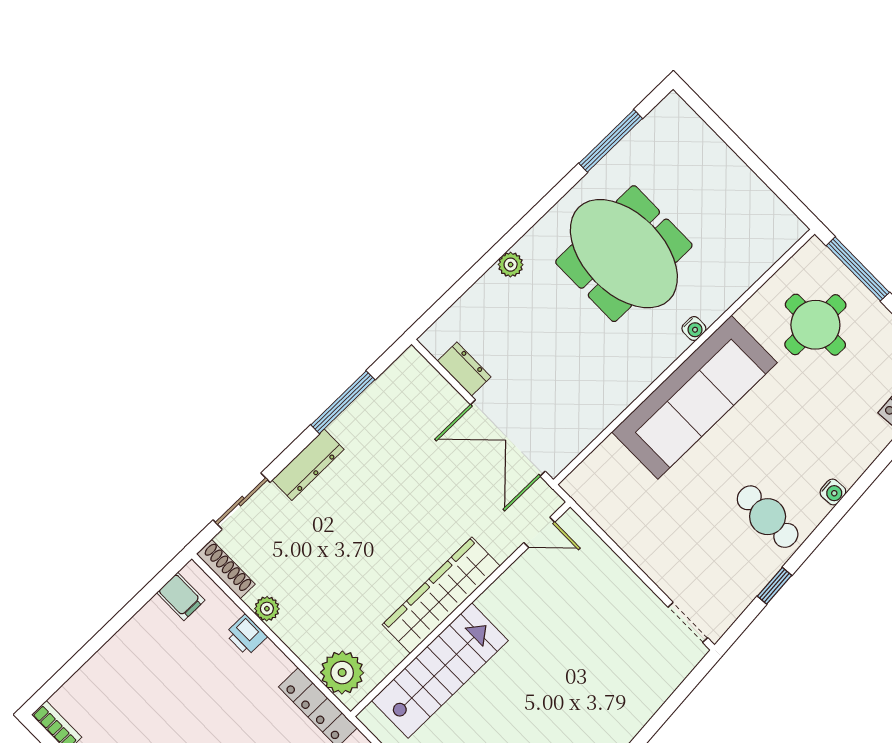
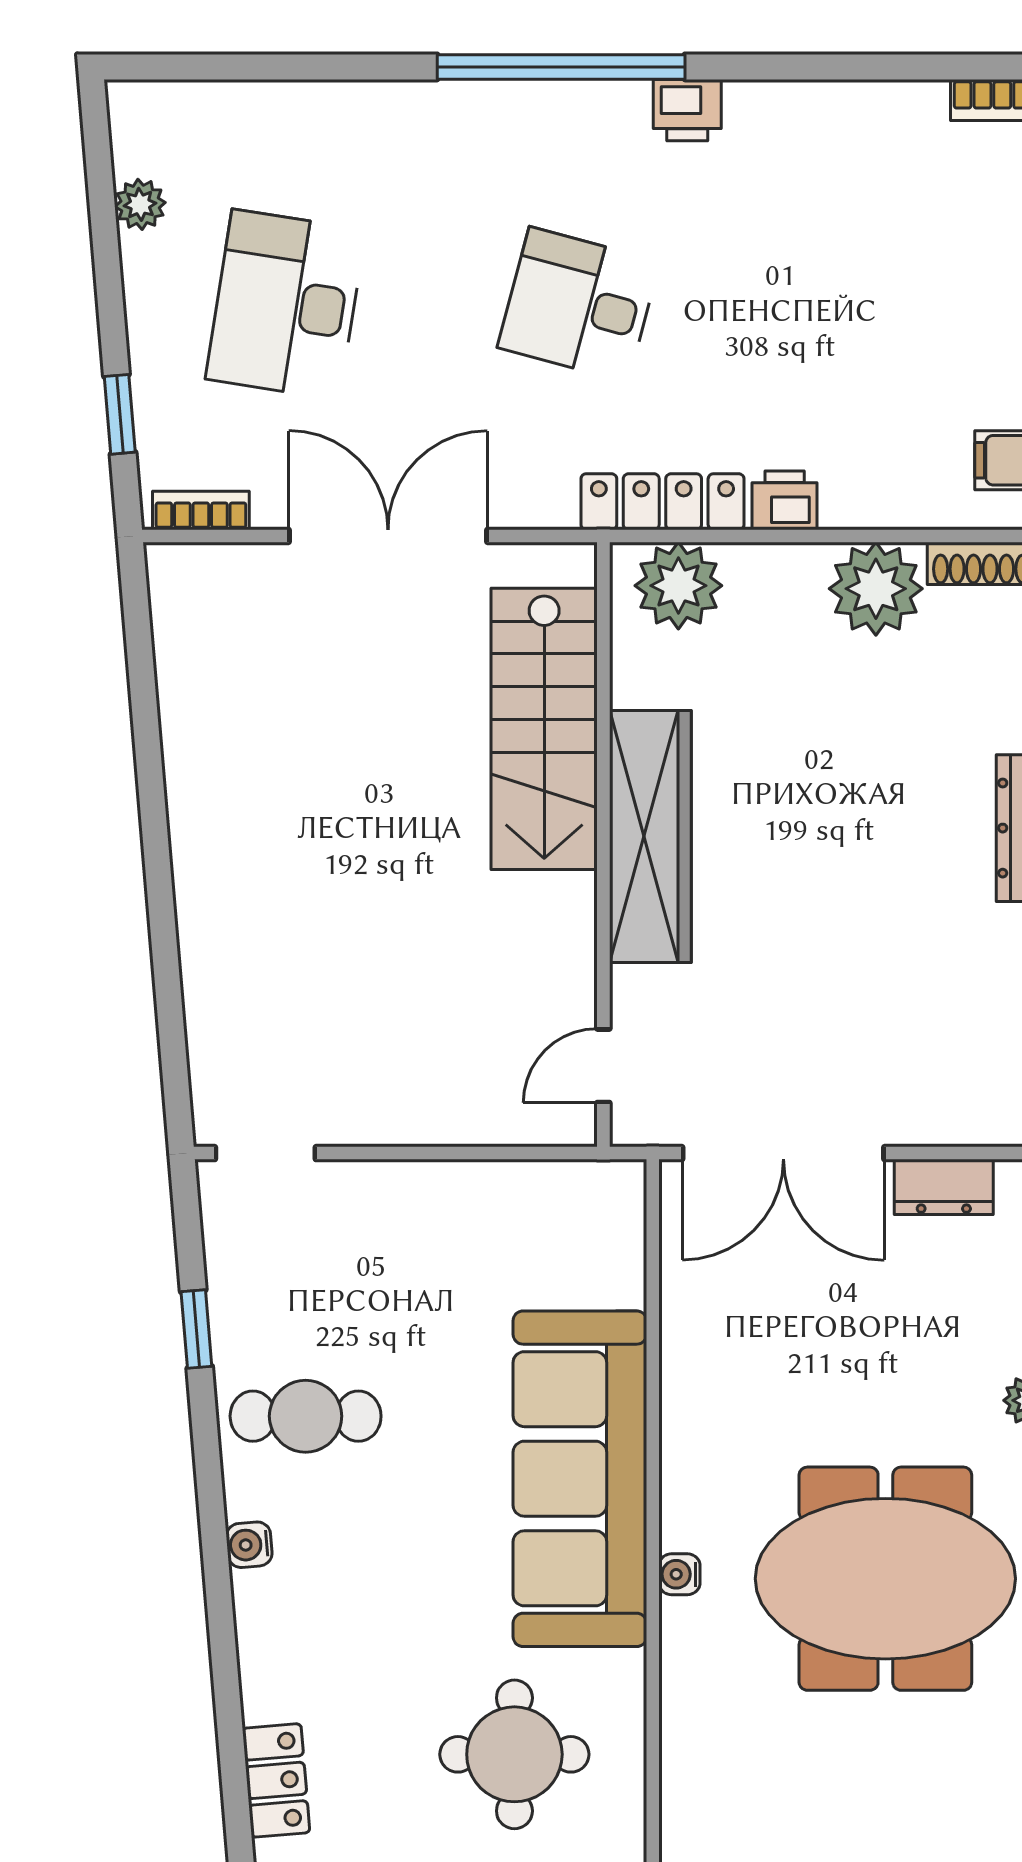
double door: (508, 438) -> (783, 1153), swing flipped
plant: (267, 609) -> (876, 589), width x1.87, depth x1.87
printer: (246, 635) -> (785, 500), moved

